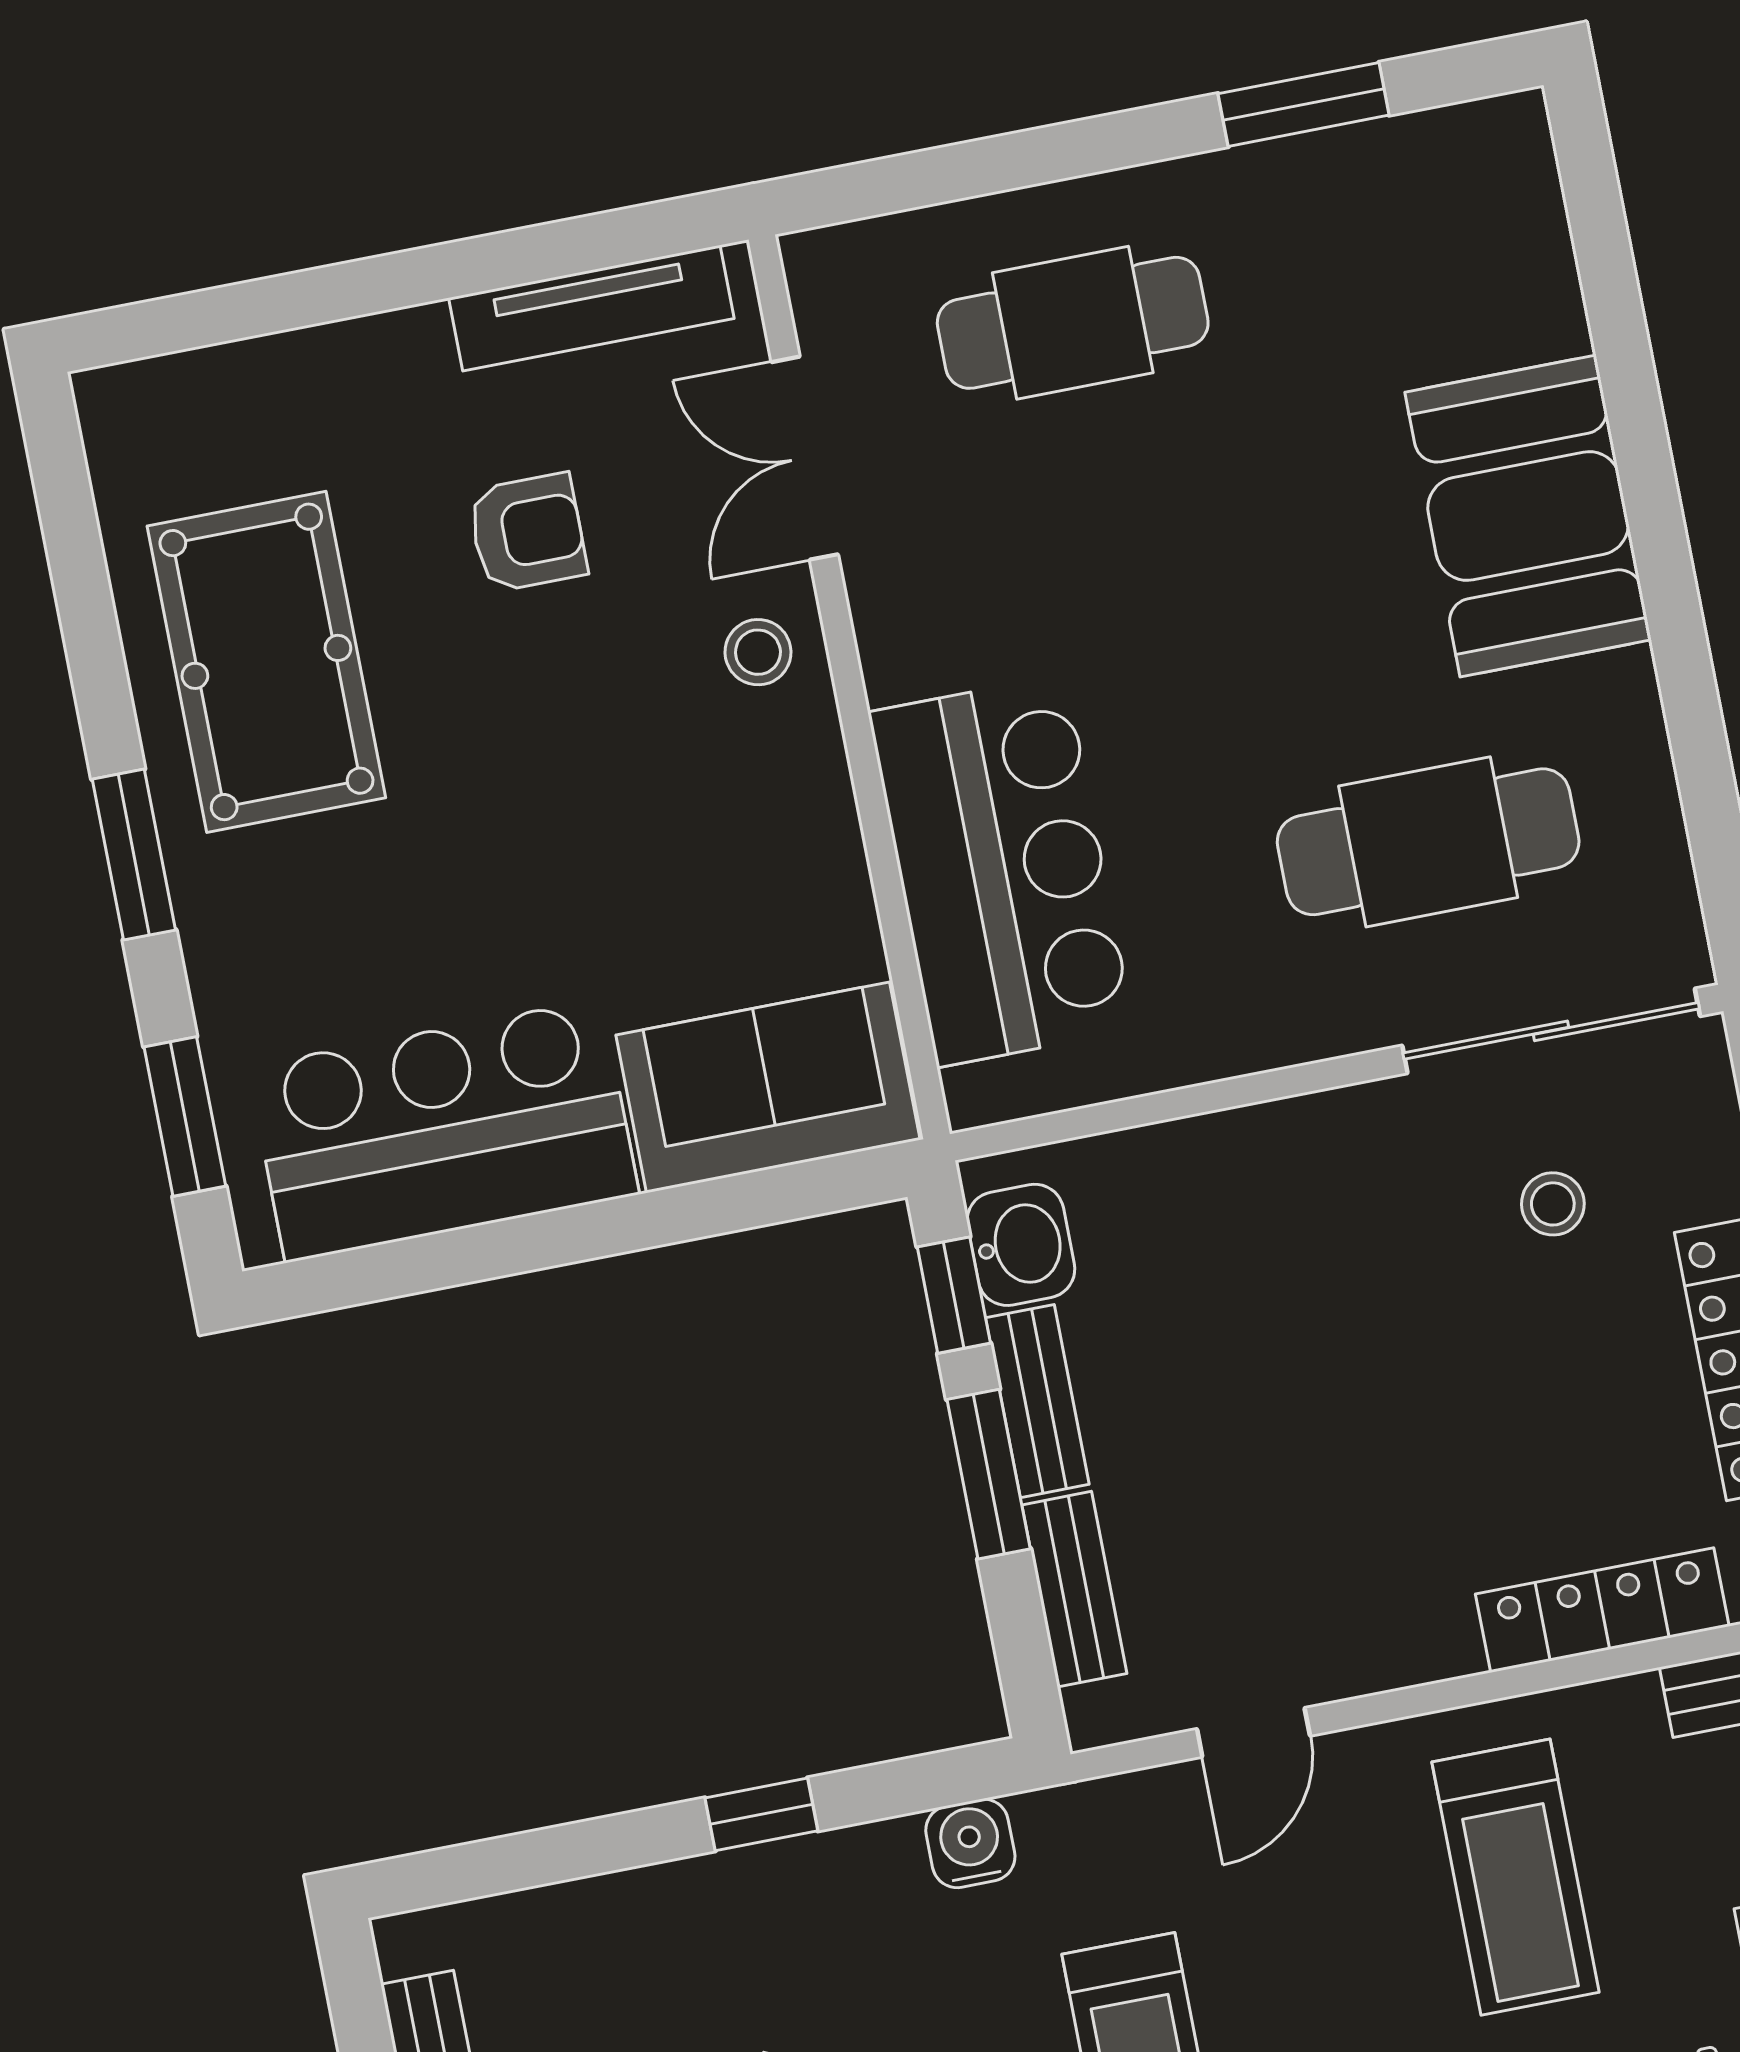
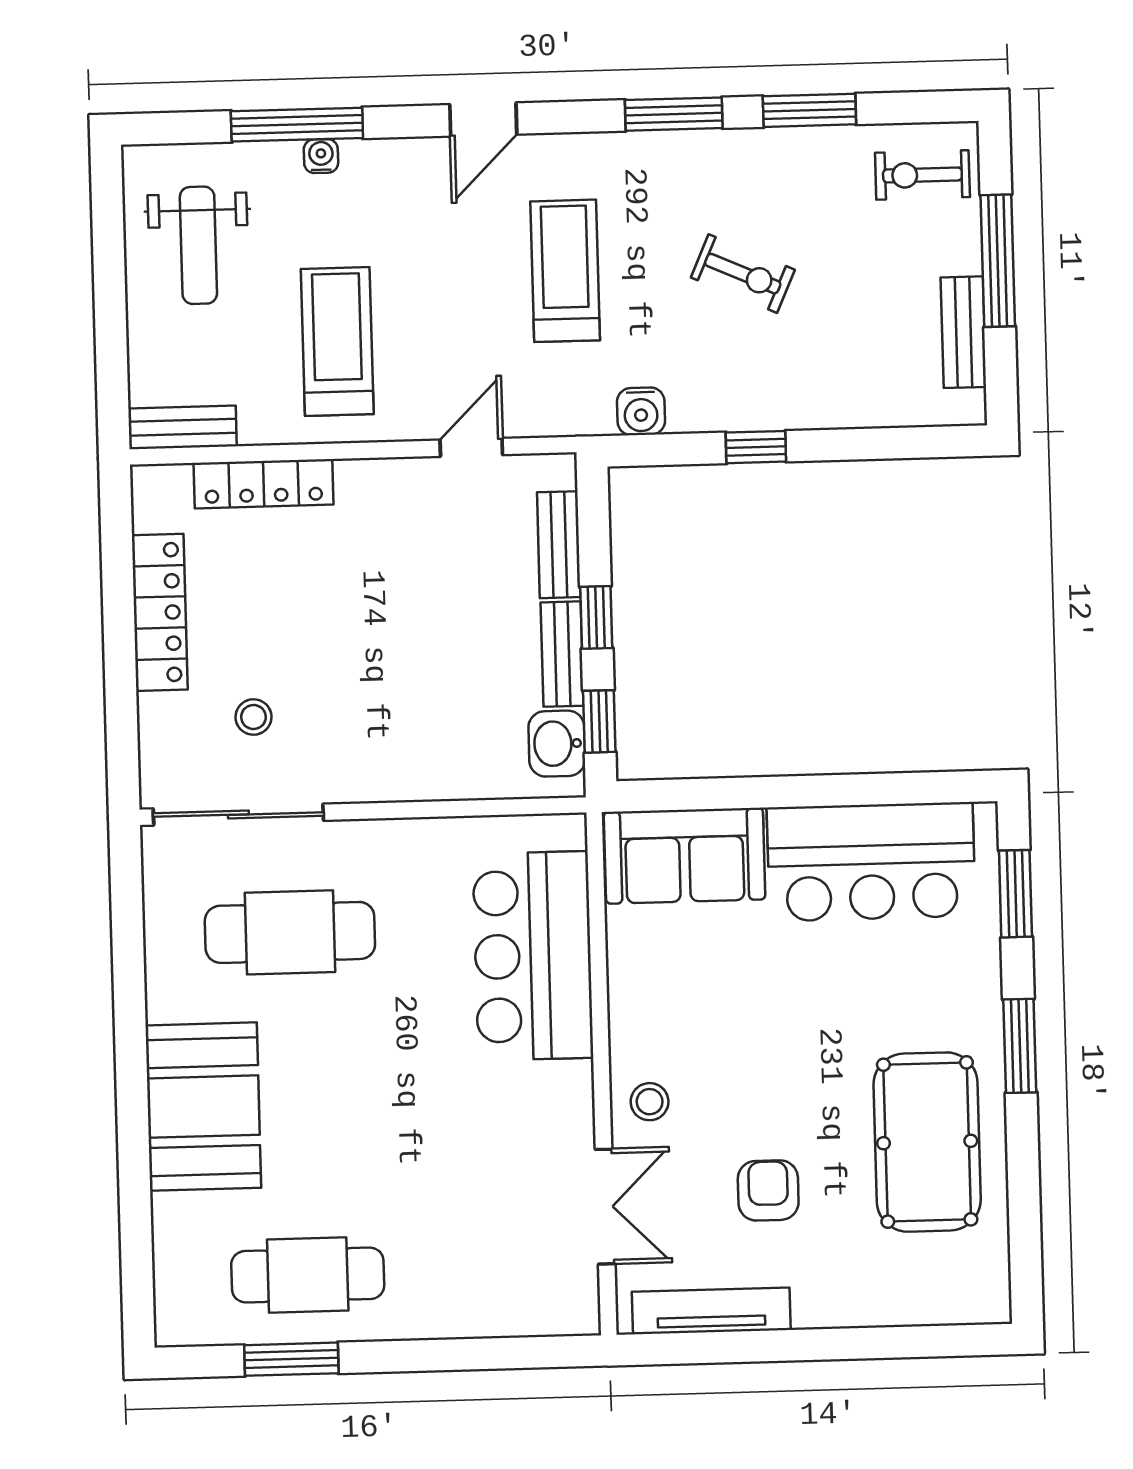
cafe table: (1073, 323) -> (308, 1275), moved
armchair: (527, 533) -> (768, 1190), turned 90
window: (989, 1474) -> (596, 617), width x0.67

